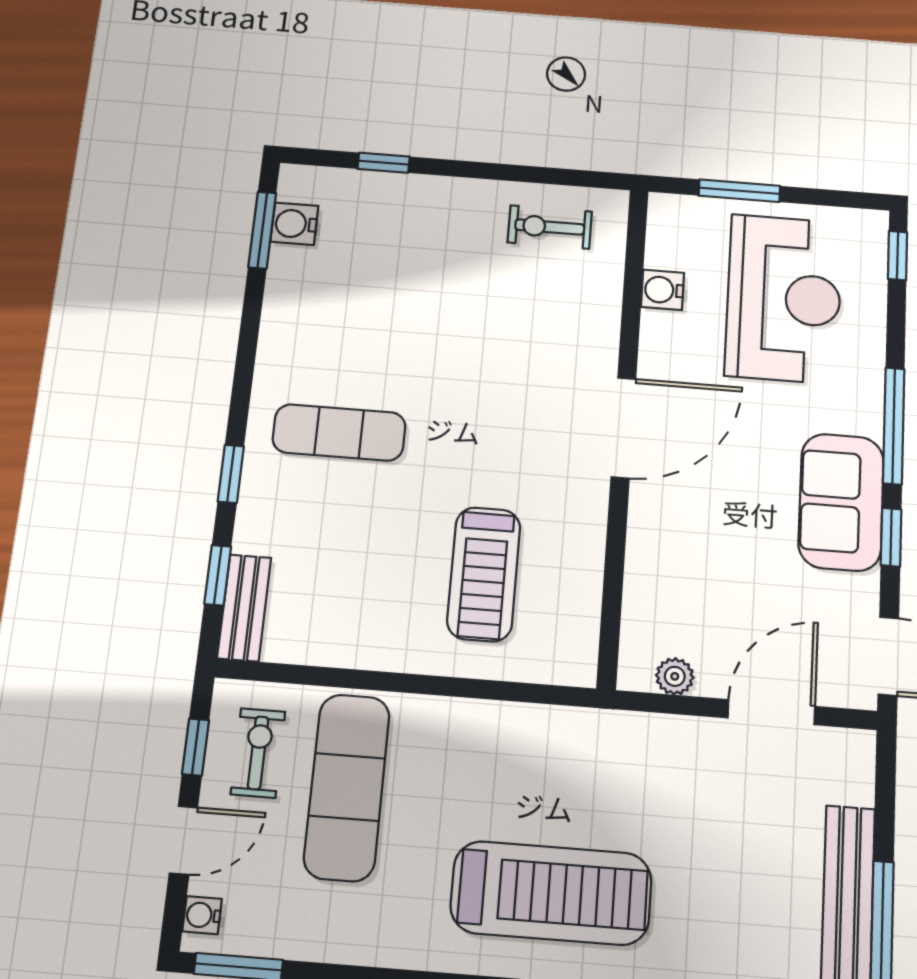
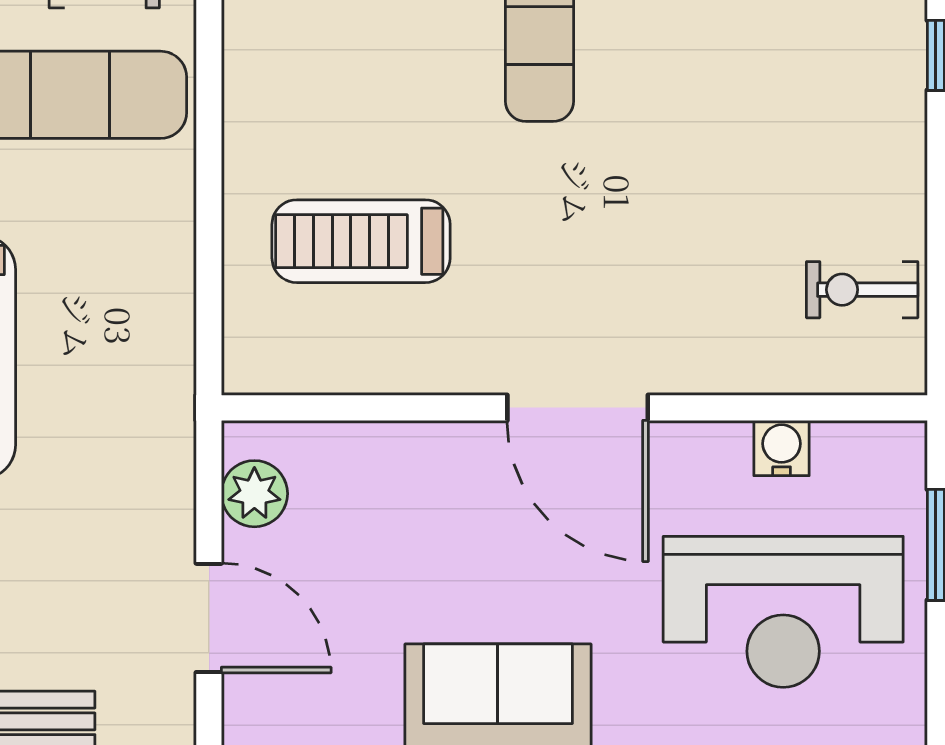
exercise bike: (550, 227) -> (862, 290), turned -90
plant: (675, 676) -> (254, 494), width x1.38, depth x1.38

